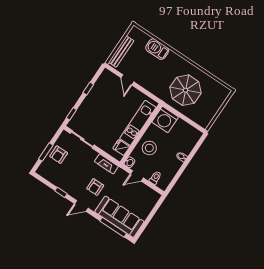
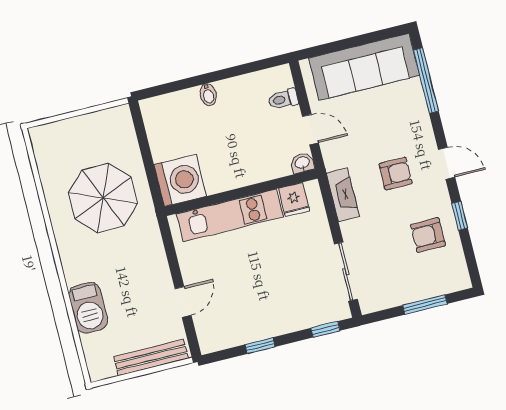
stool: (149, 148) -> (248, 157), removed
armchair: (59, 155) -> (428, 235), moved, turned 180
sofa: (119, 217) -> (364, 67), moved, turned -90

